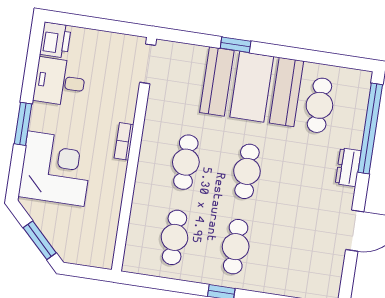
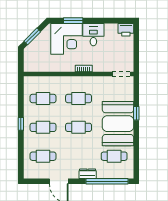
desk: (60, 82) -> (93, 35), moved
window: (23, 124) -> (73, 21), moved
cafe table: (297, 256) -> (43, 156), added

